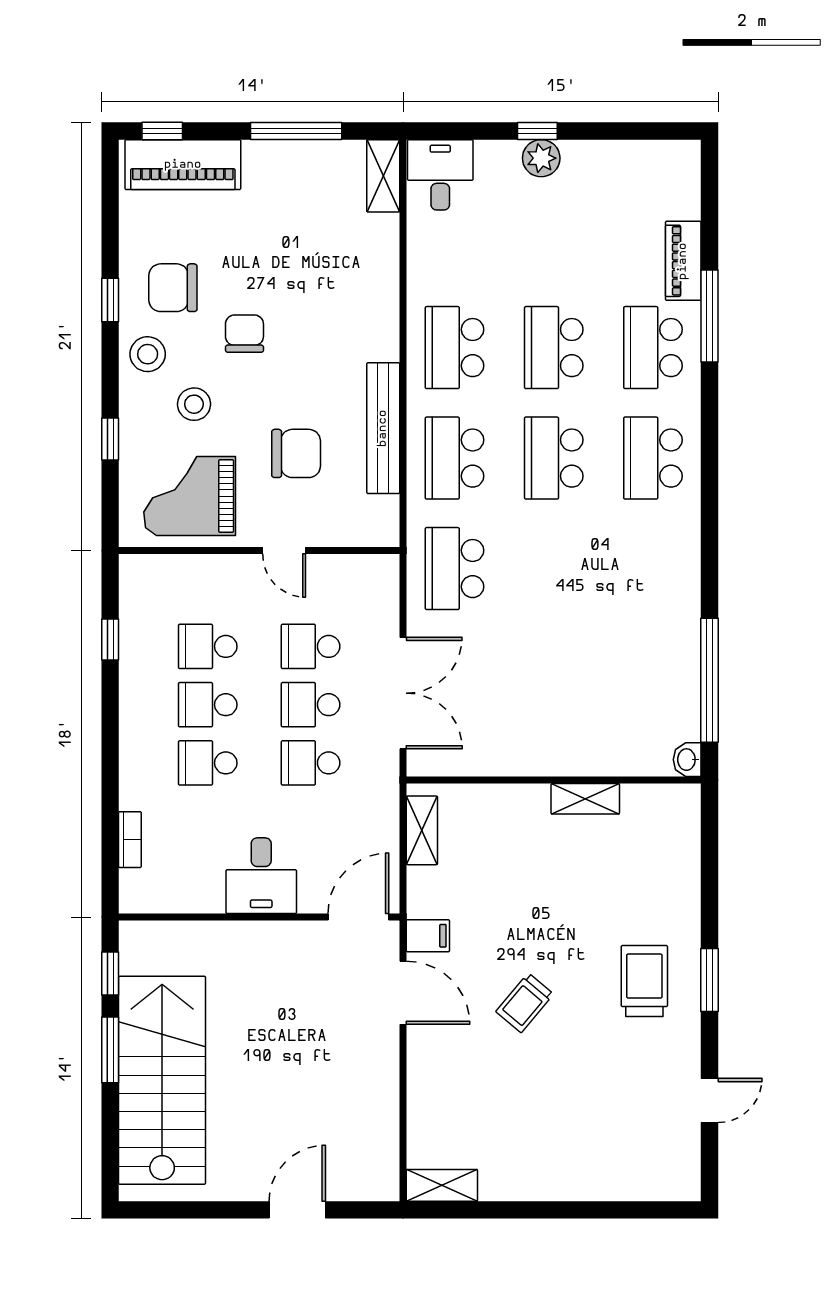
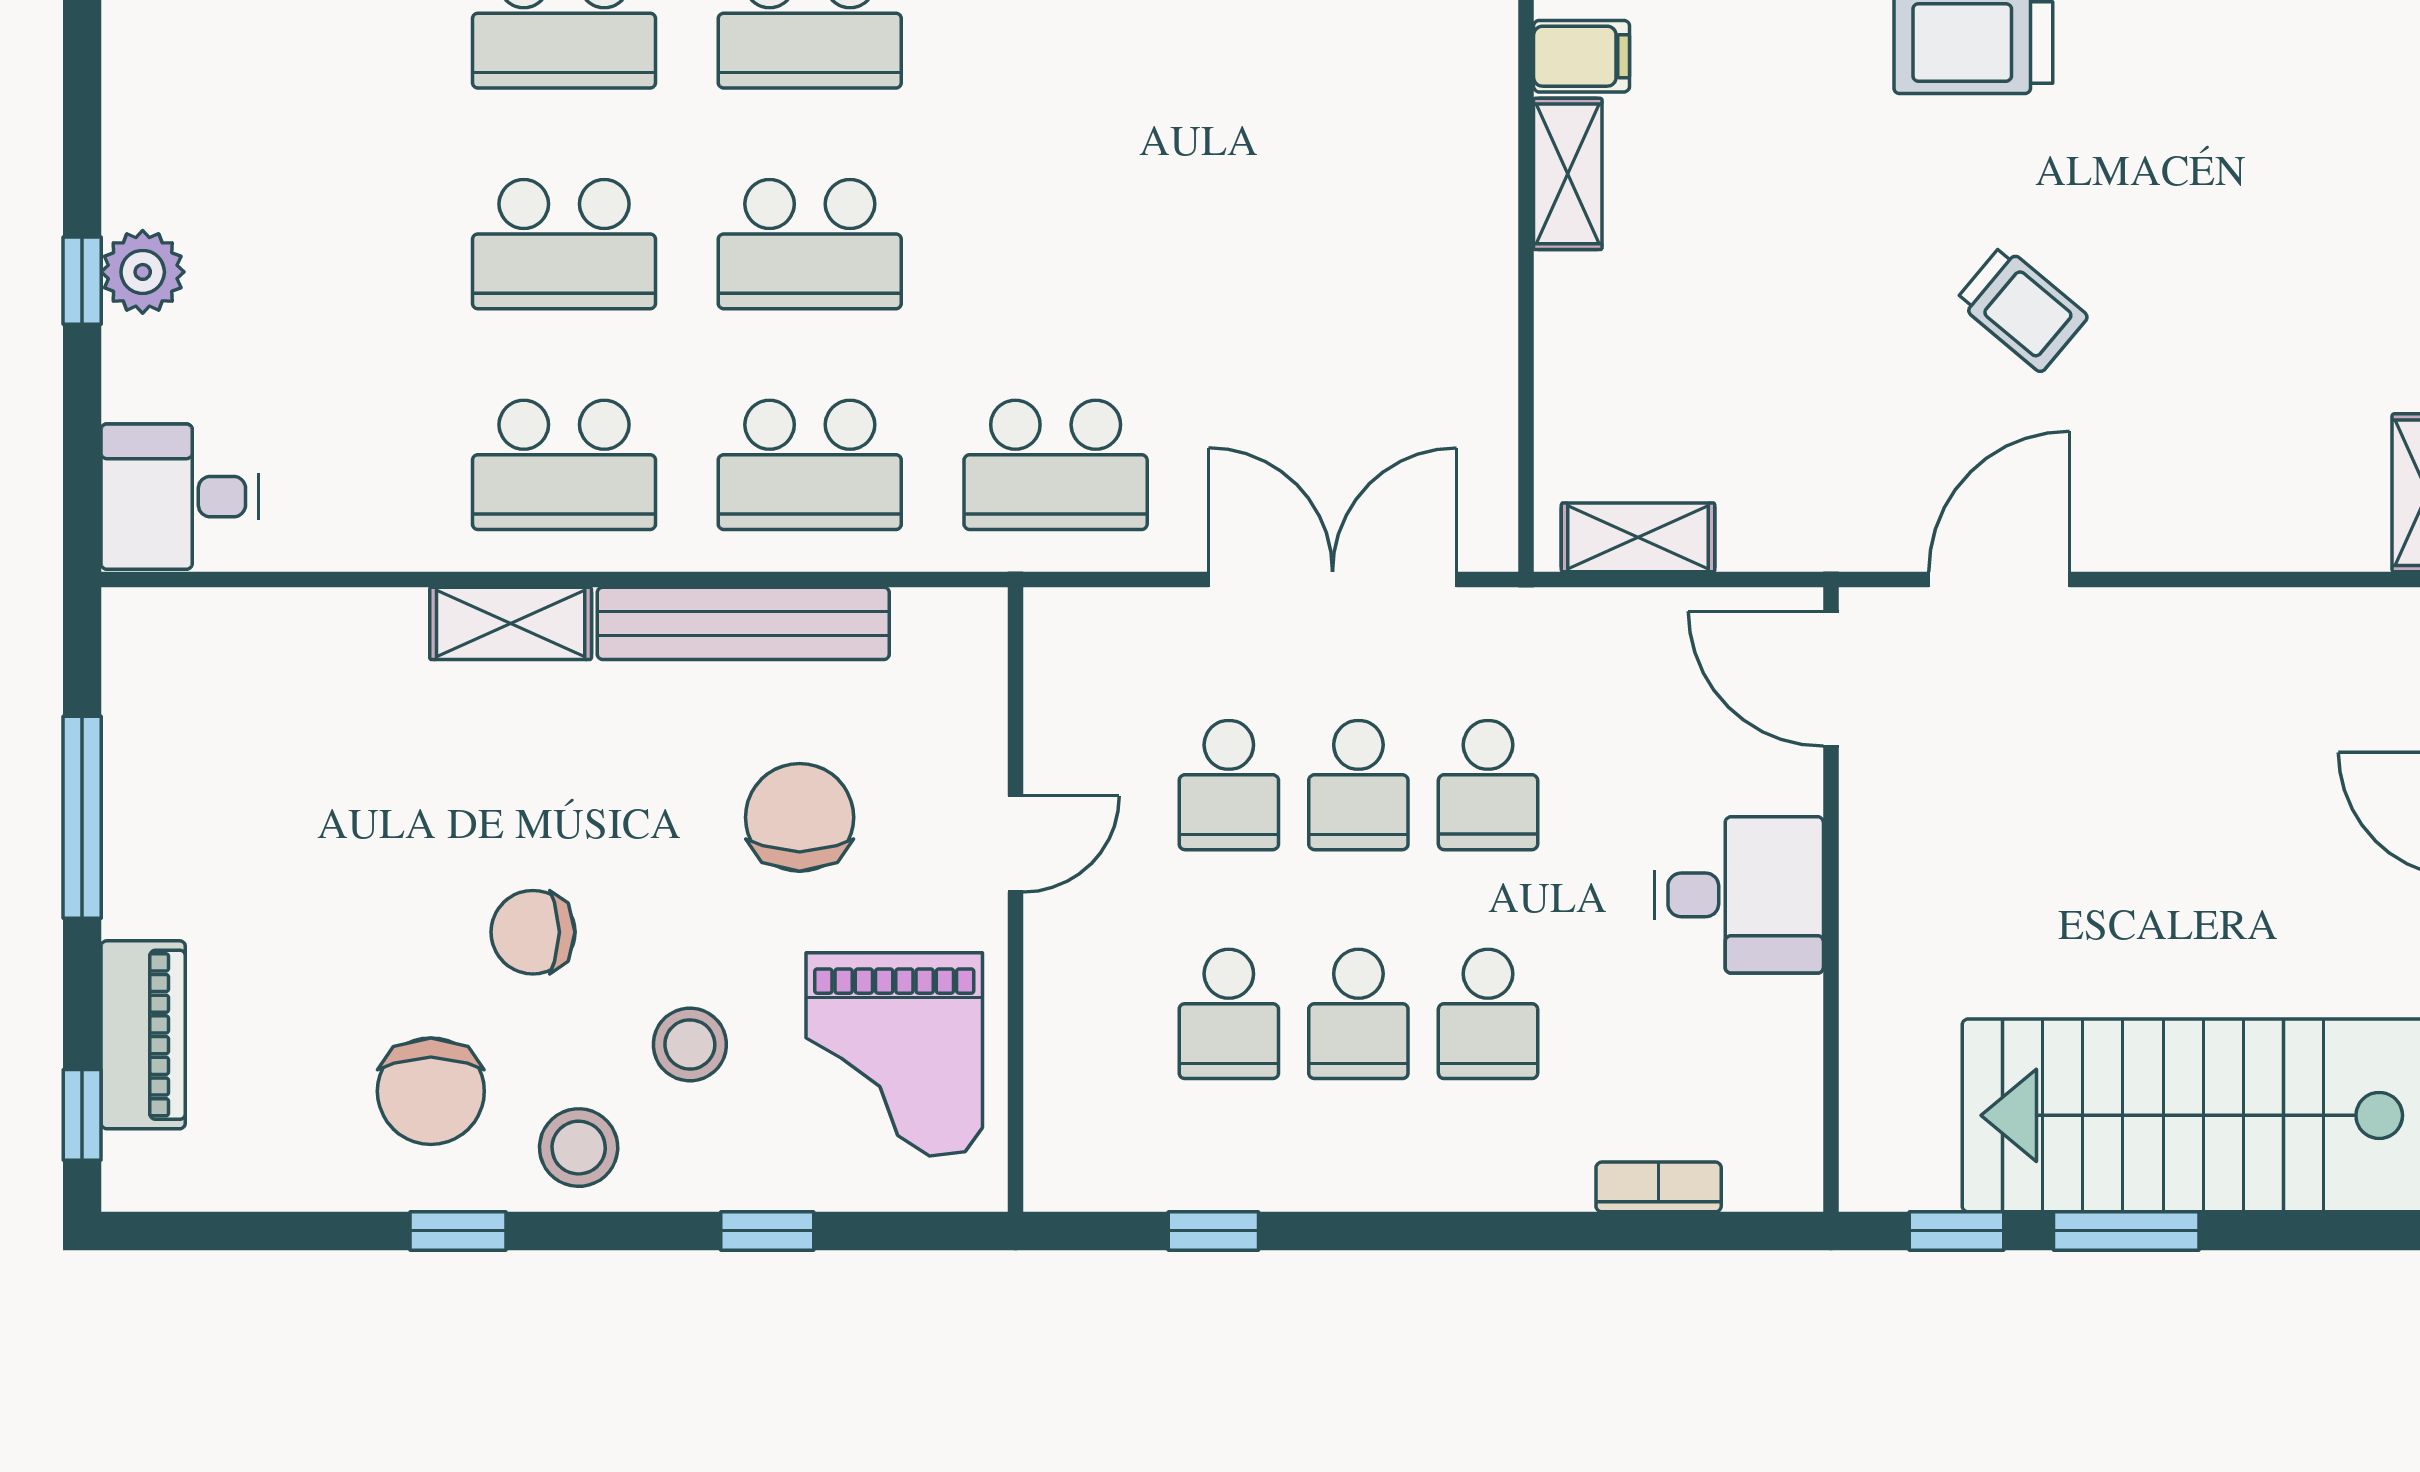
piano: (183, 165) -> (143, 1035), width x0.73, depth x0.75
shelving: (383, 176) -> (511, 623), moved
filing cabinet: (428, 936) -> (1582, 56), moved, turned 90

